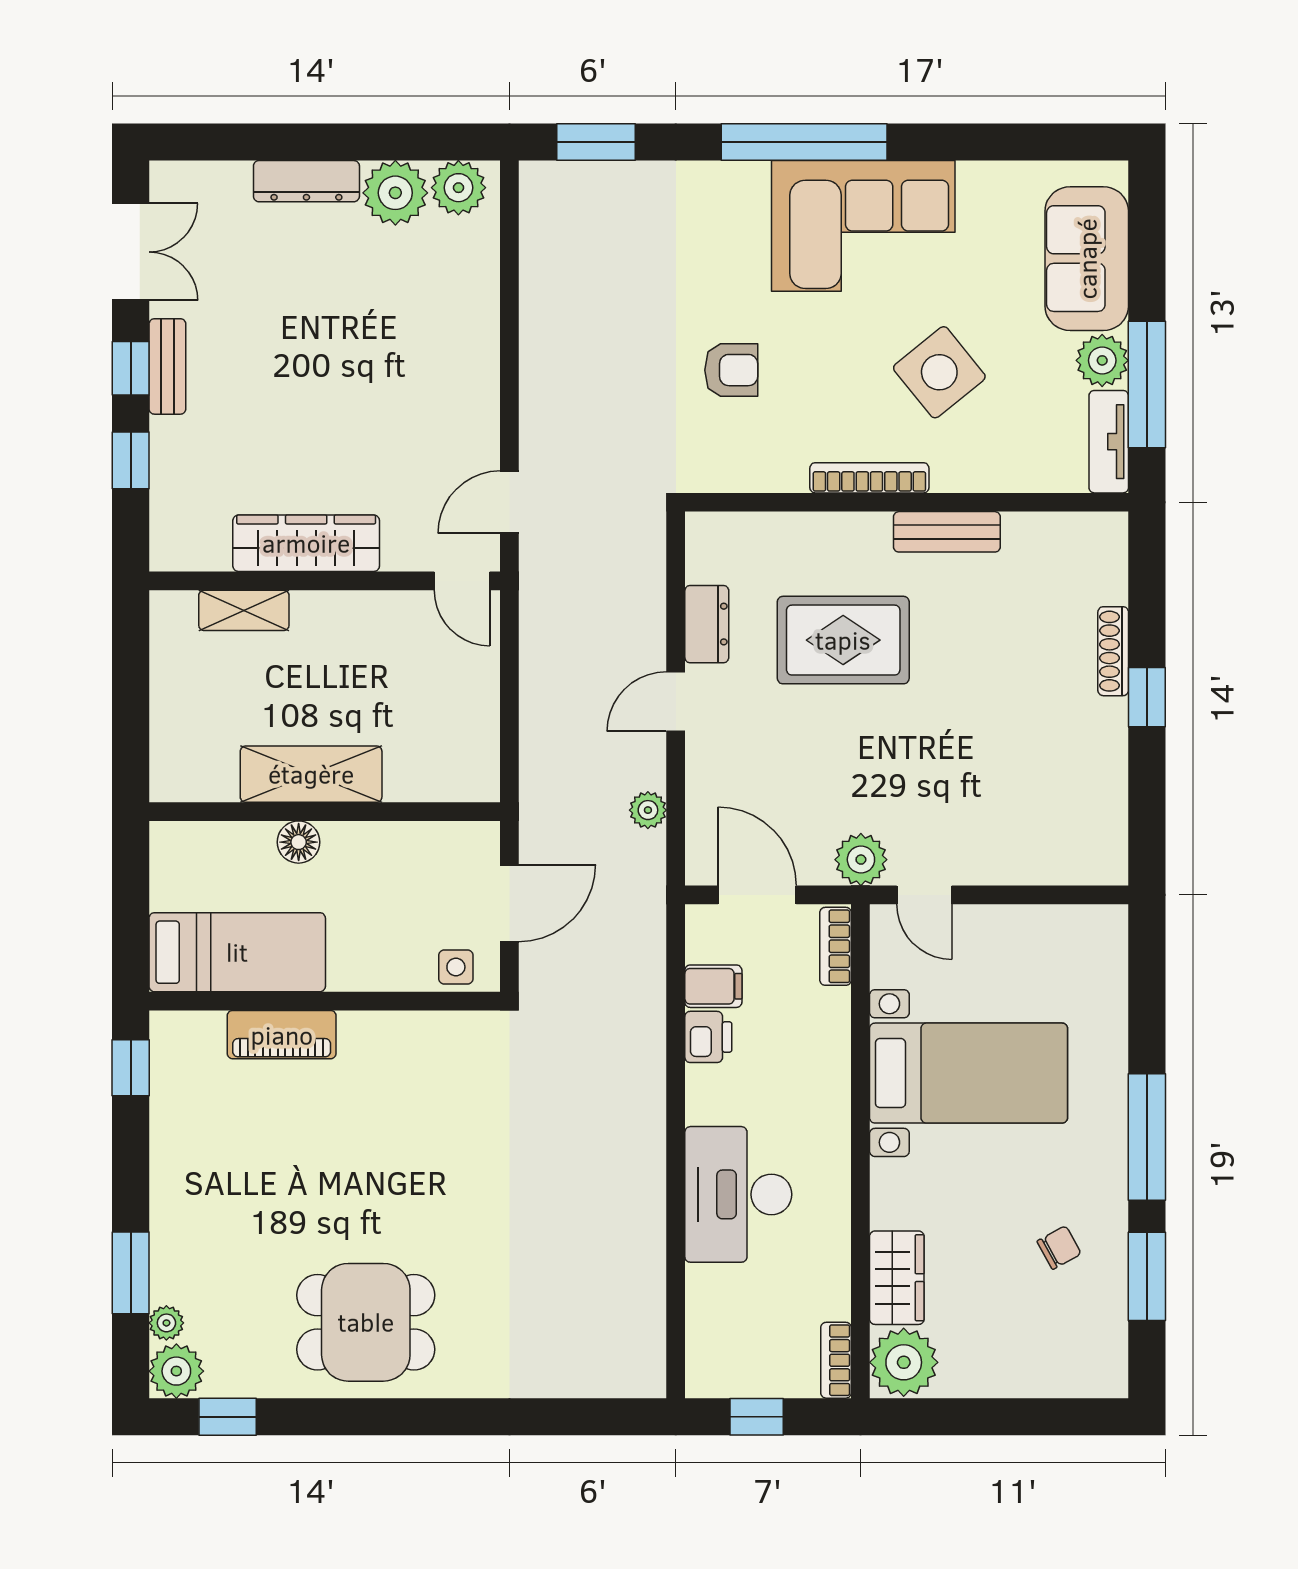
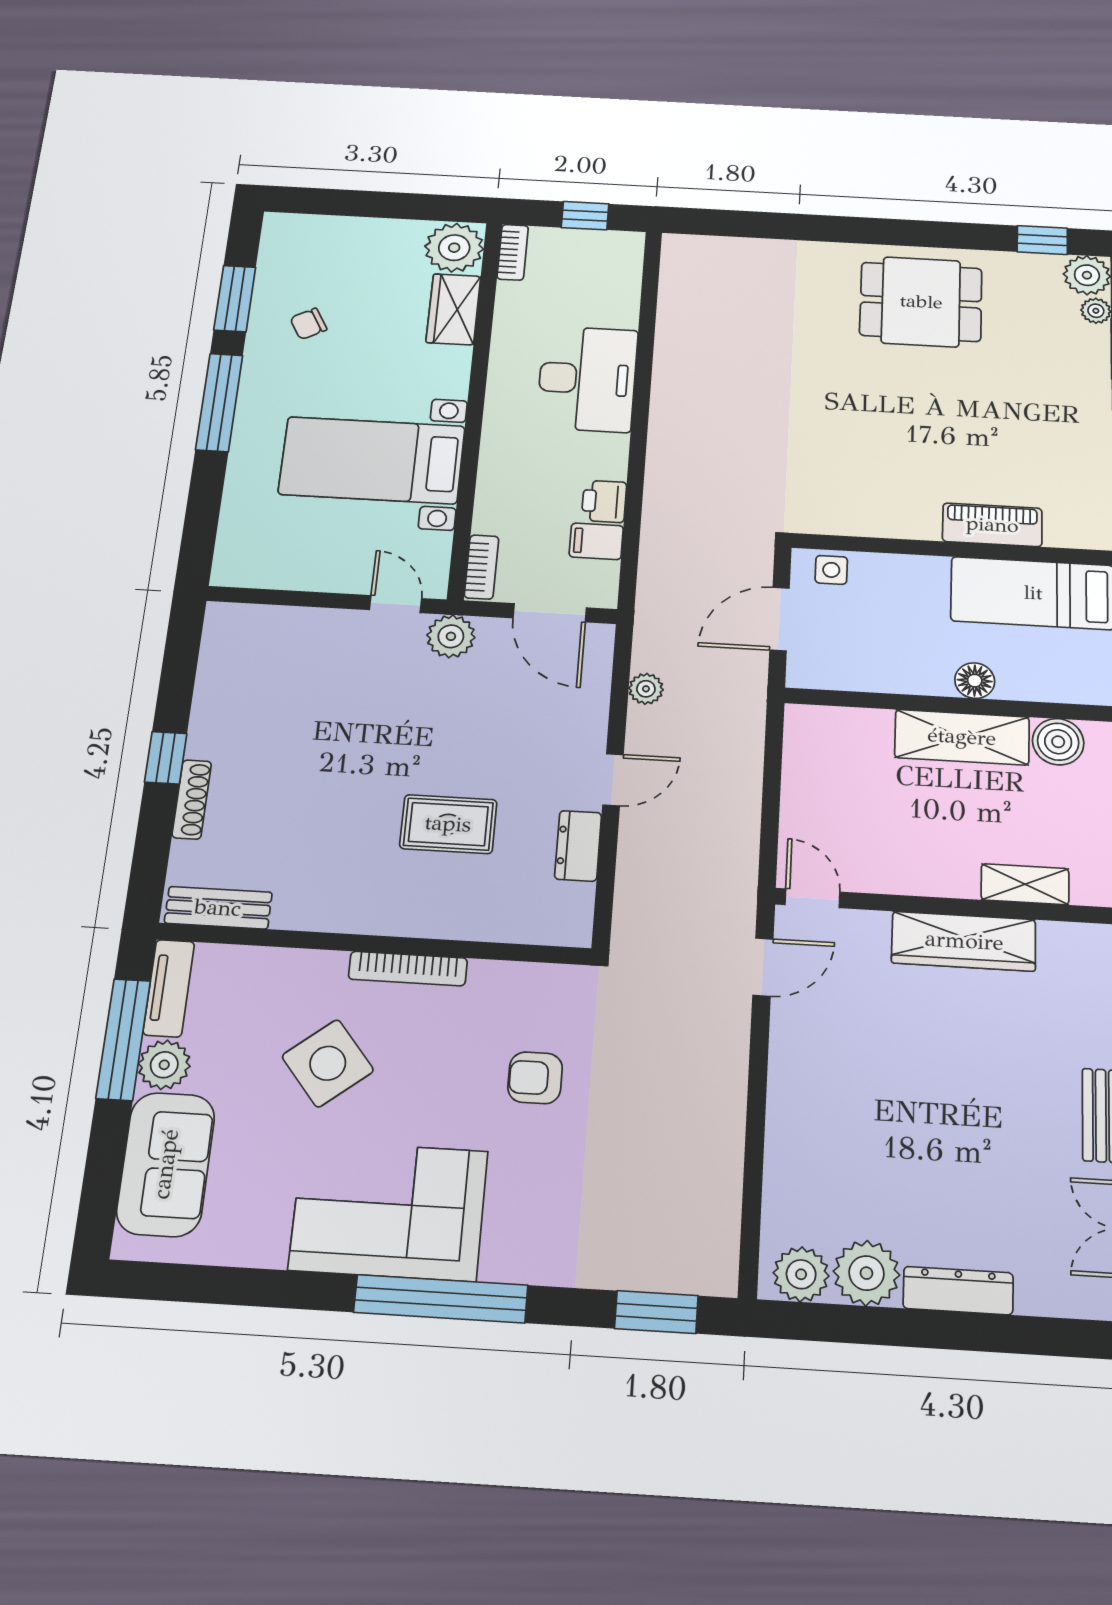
bench: (947, 532) -> (218, 908), moved
rug: (843, 640) -> (448, 824), width x0.73, depth x0.70
boiler: (210, 775) -> (1058, 742), added

